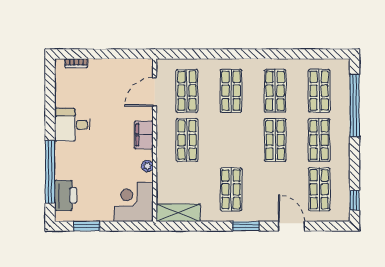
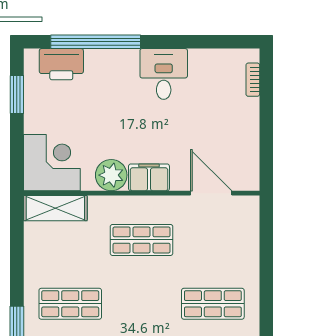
shop shelf: (187, 91) -> (213, 240), removed
plant: (147, 166) -> (111, 175), width x1.88, depth x1.88
shelving: (178, 213) -> (55, 208), moved, turned 90

